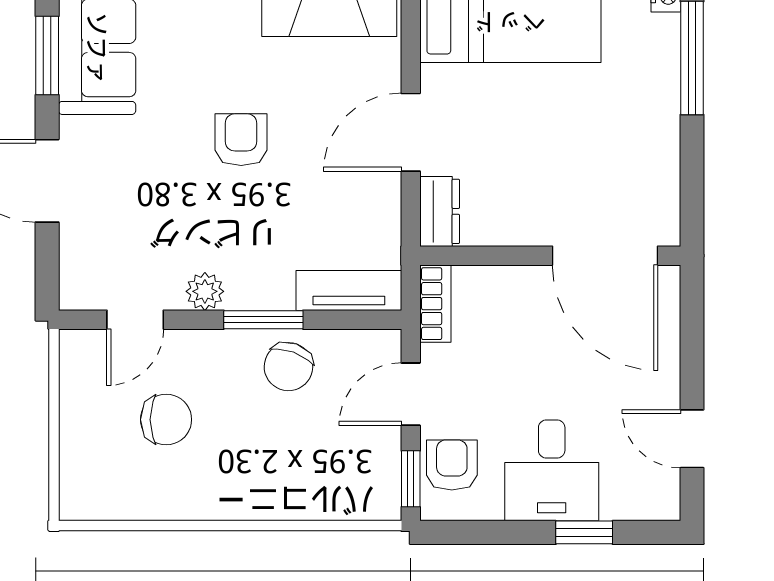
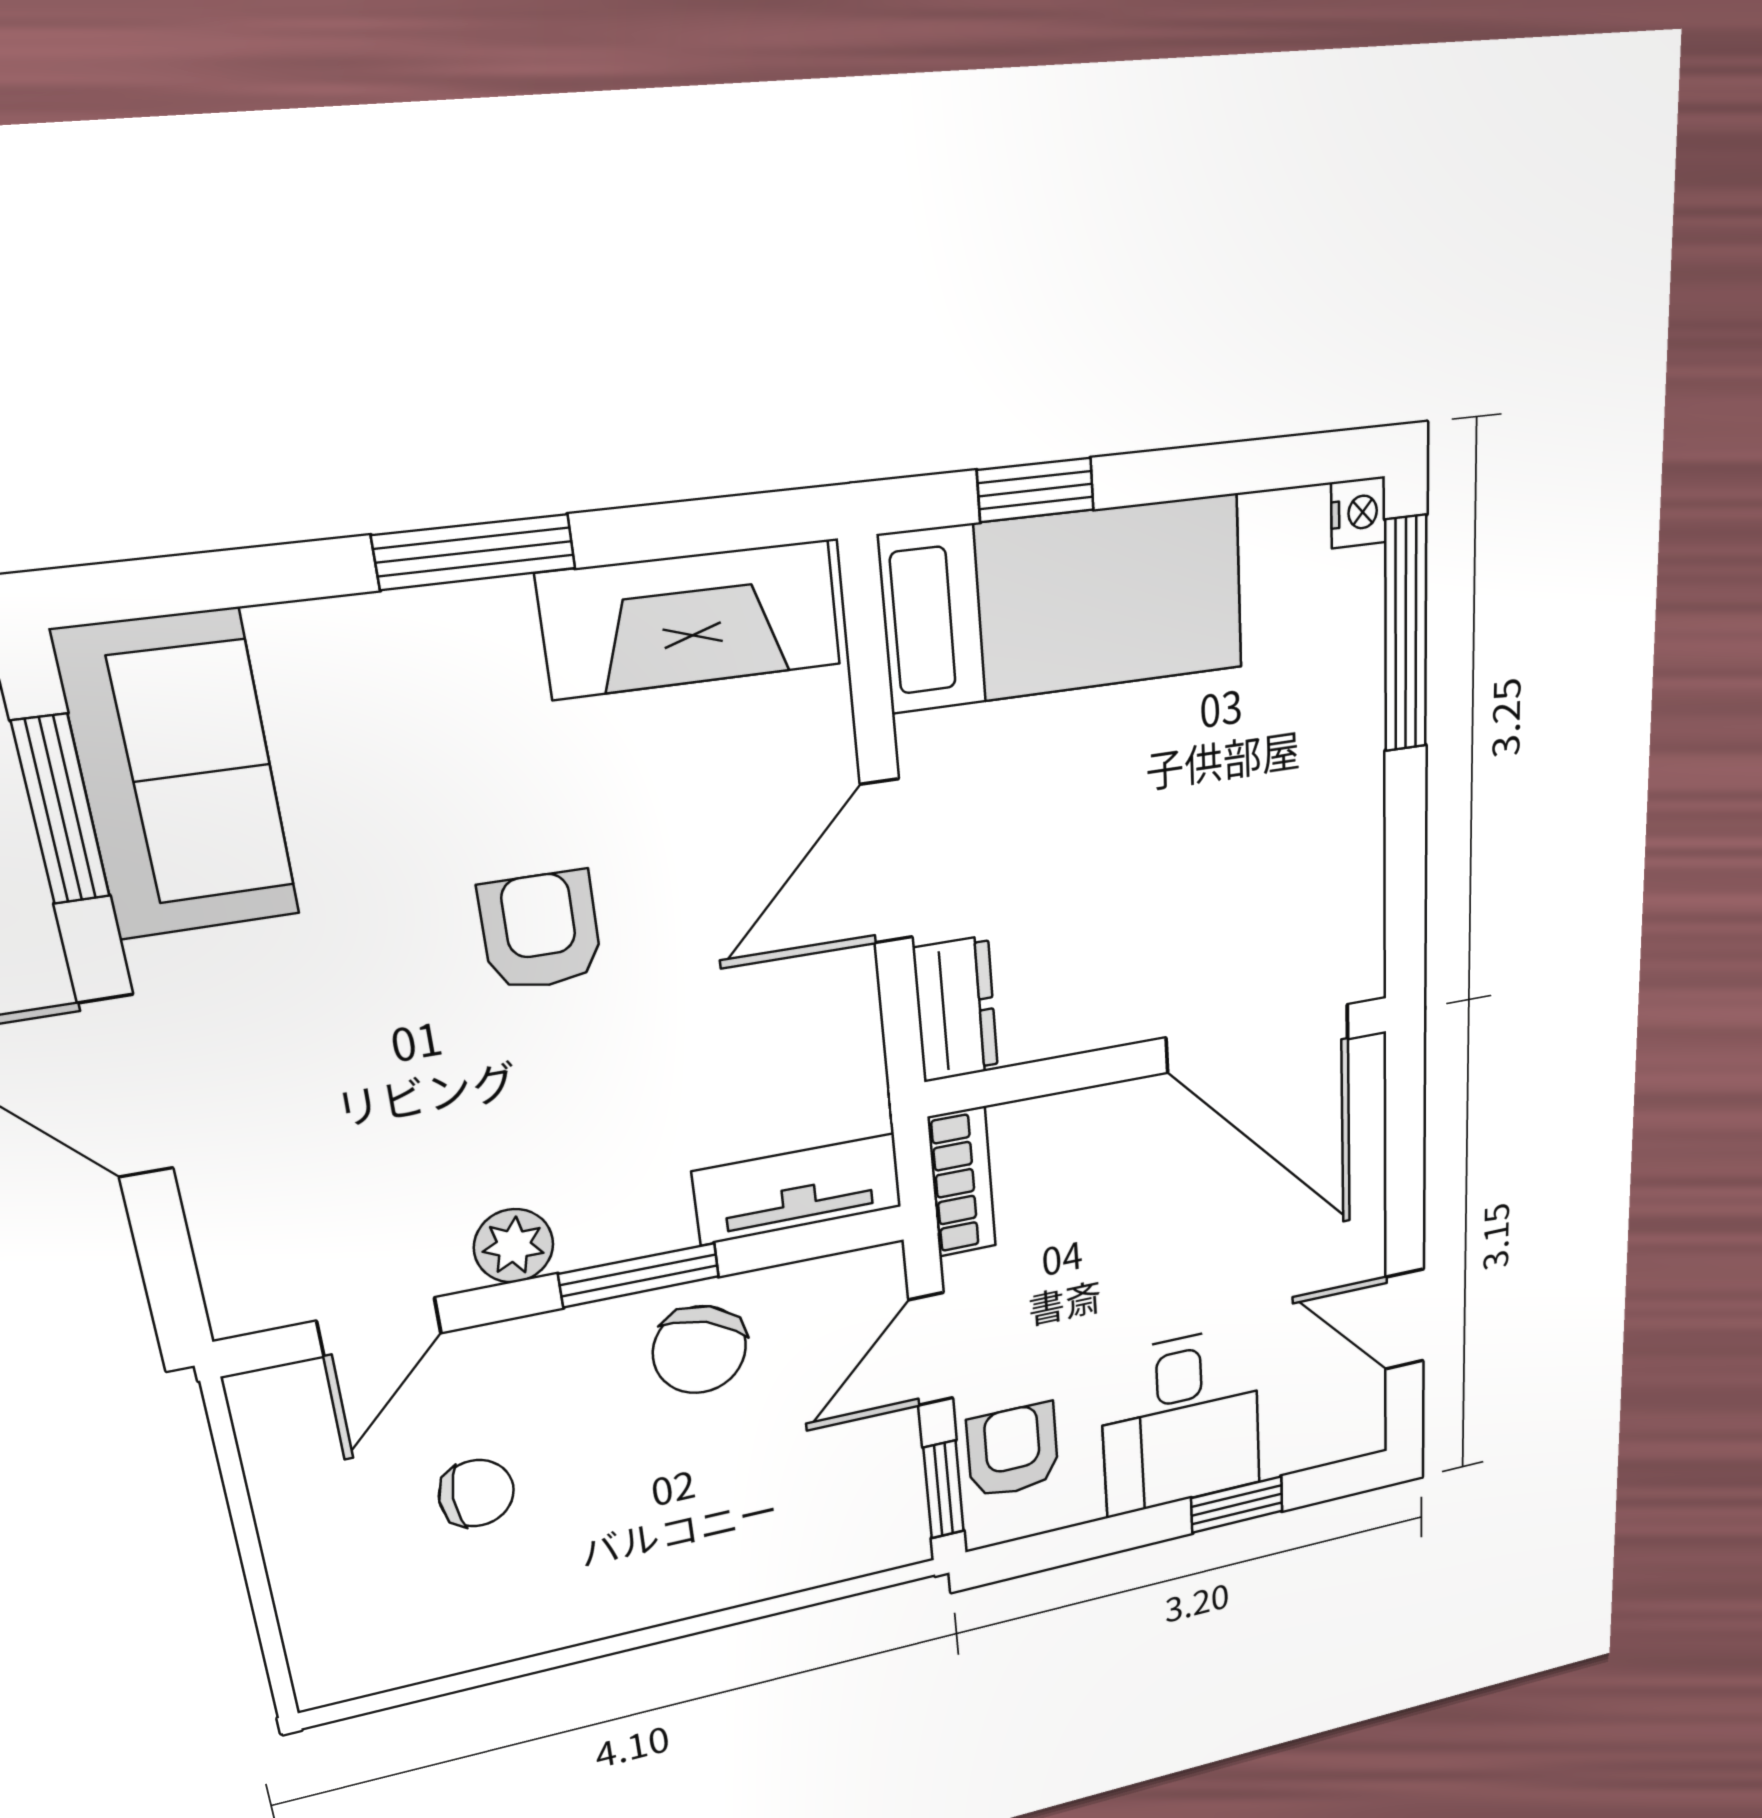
chair: (166, 420) -> (476, 1493), width x0.73, depth x0.73

